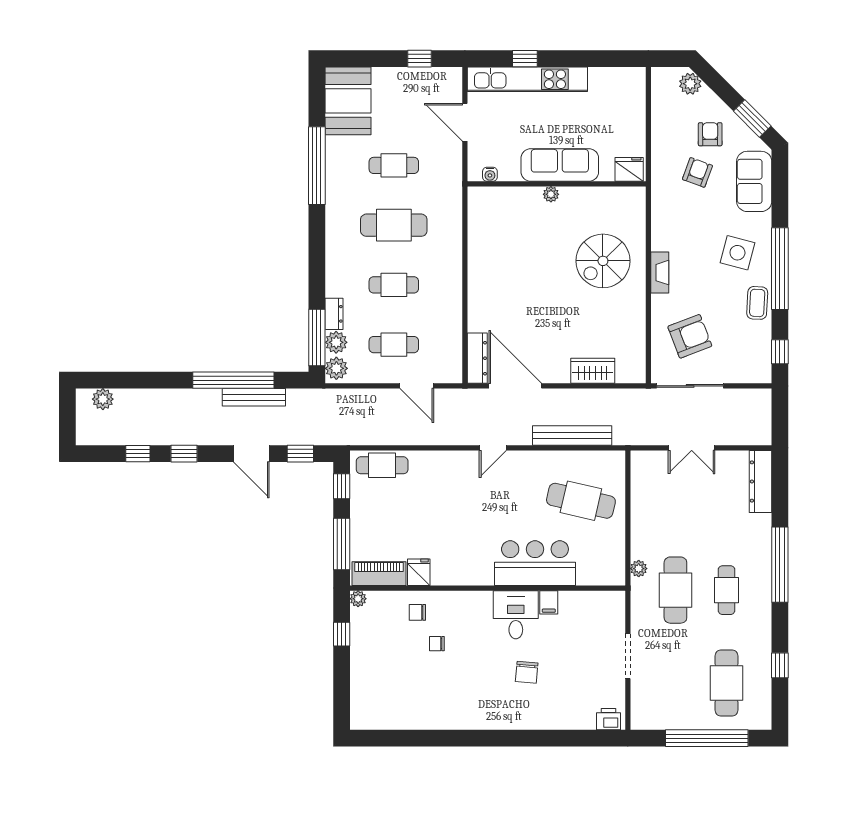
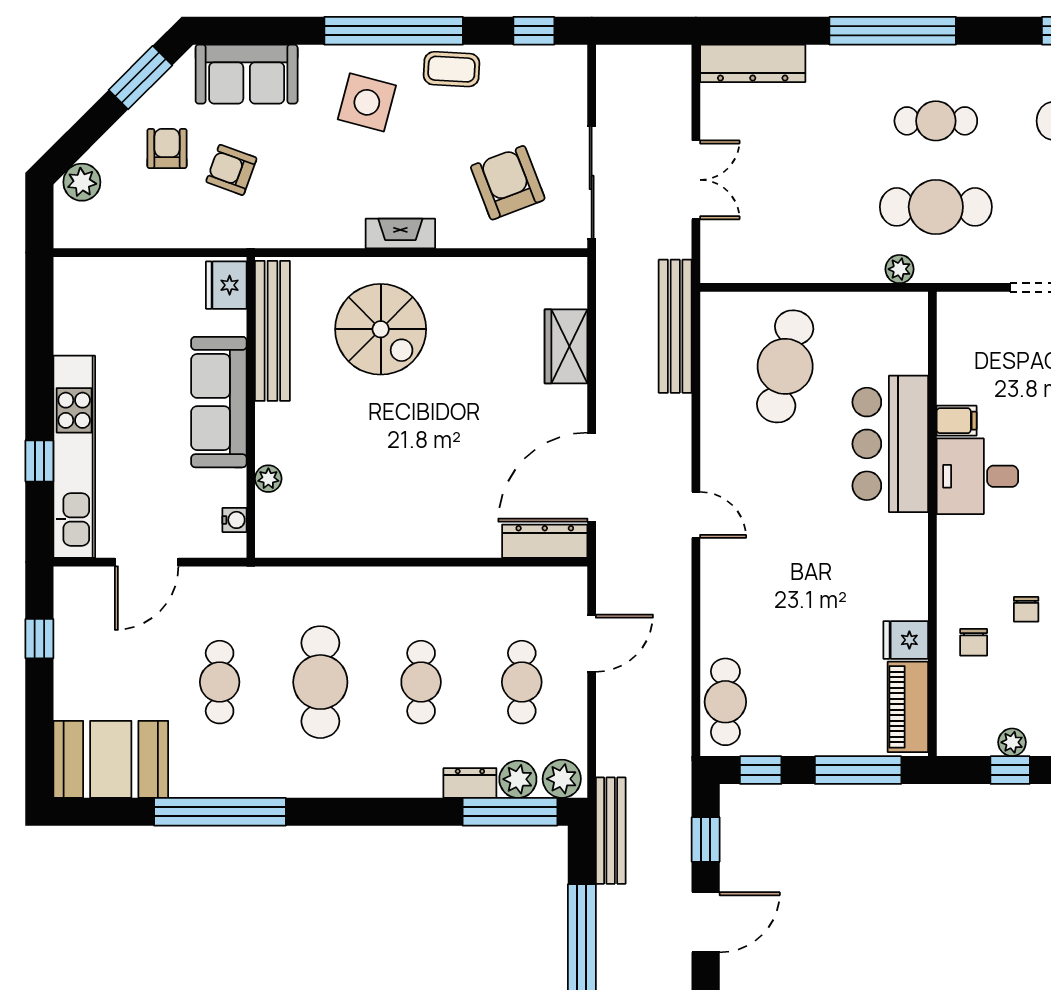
armchair: (710, 134) -> (167, 148), turned 90
plant: (551, 194) -> (268, 479), moved
bench: (602, 197) -> (272, 331), added
bench: (254, 397) -> (611, 831), moved
bench: (572, 436) -> (675, 326), moved
plant: (358, 599) -> (1012, 742), moved

